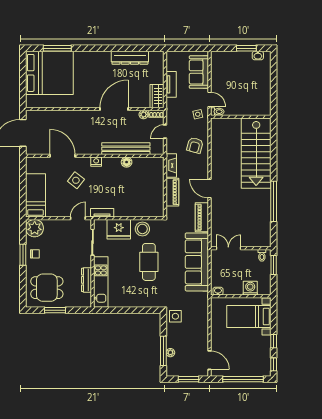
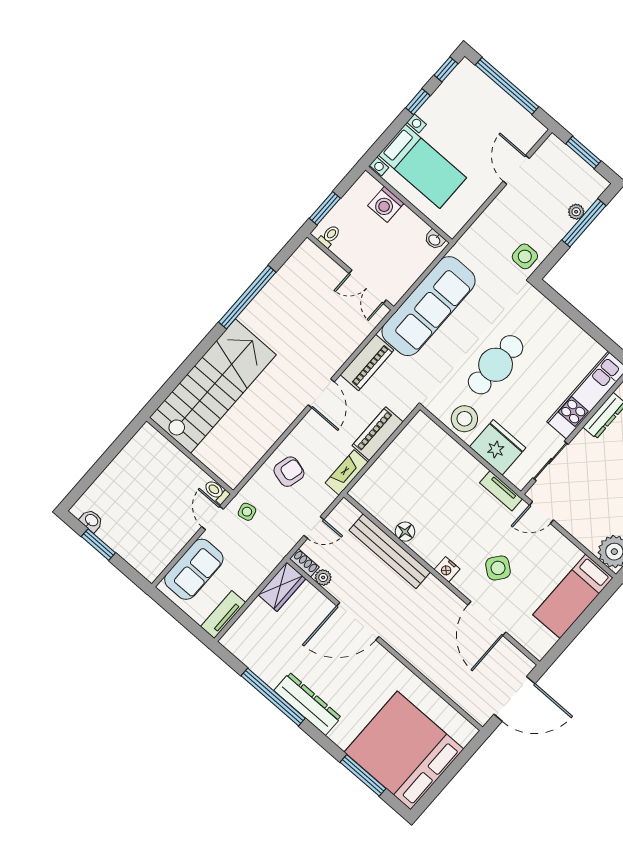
window: (122, 48) -> (273, 697), added
dresser: (130, 58) -> (308, 704), moved
tv unit: (171, 84) -> (223, 615), moved
door: (210, 360) -> (516, 170), moved

